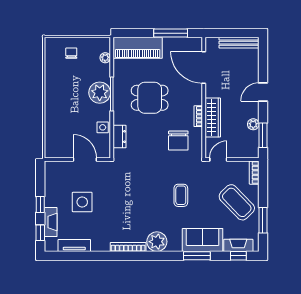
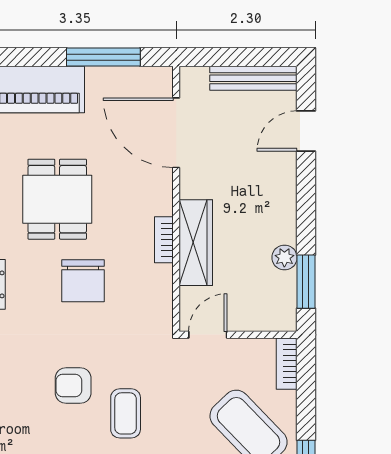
door: (263, 92) -> (306, 131), moved
dining table: (150, 98) -> (57, 199), turned 90
chair: (178, 141) -> (83, 281), moved
armchair: (157, 183) -> (73, 386), added

